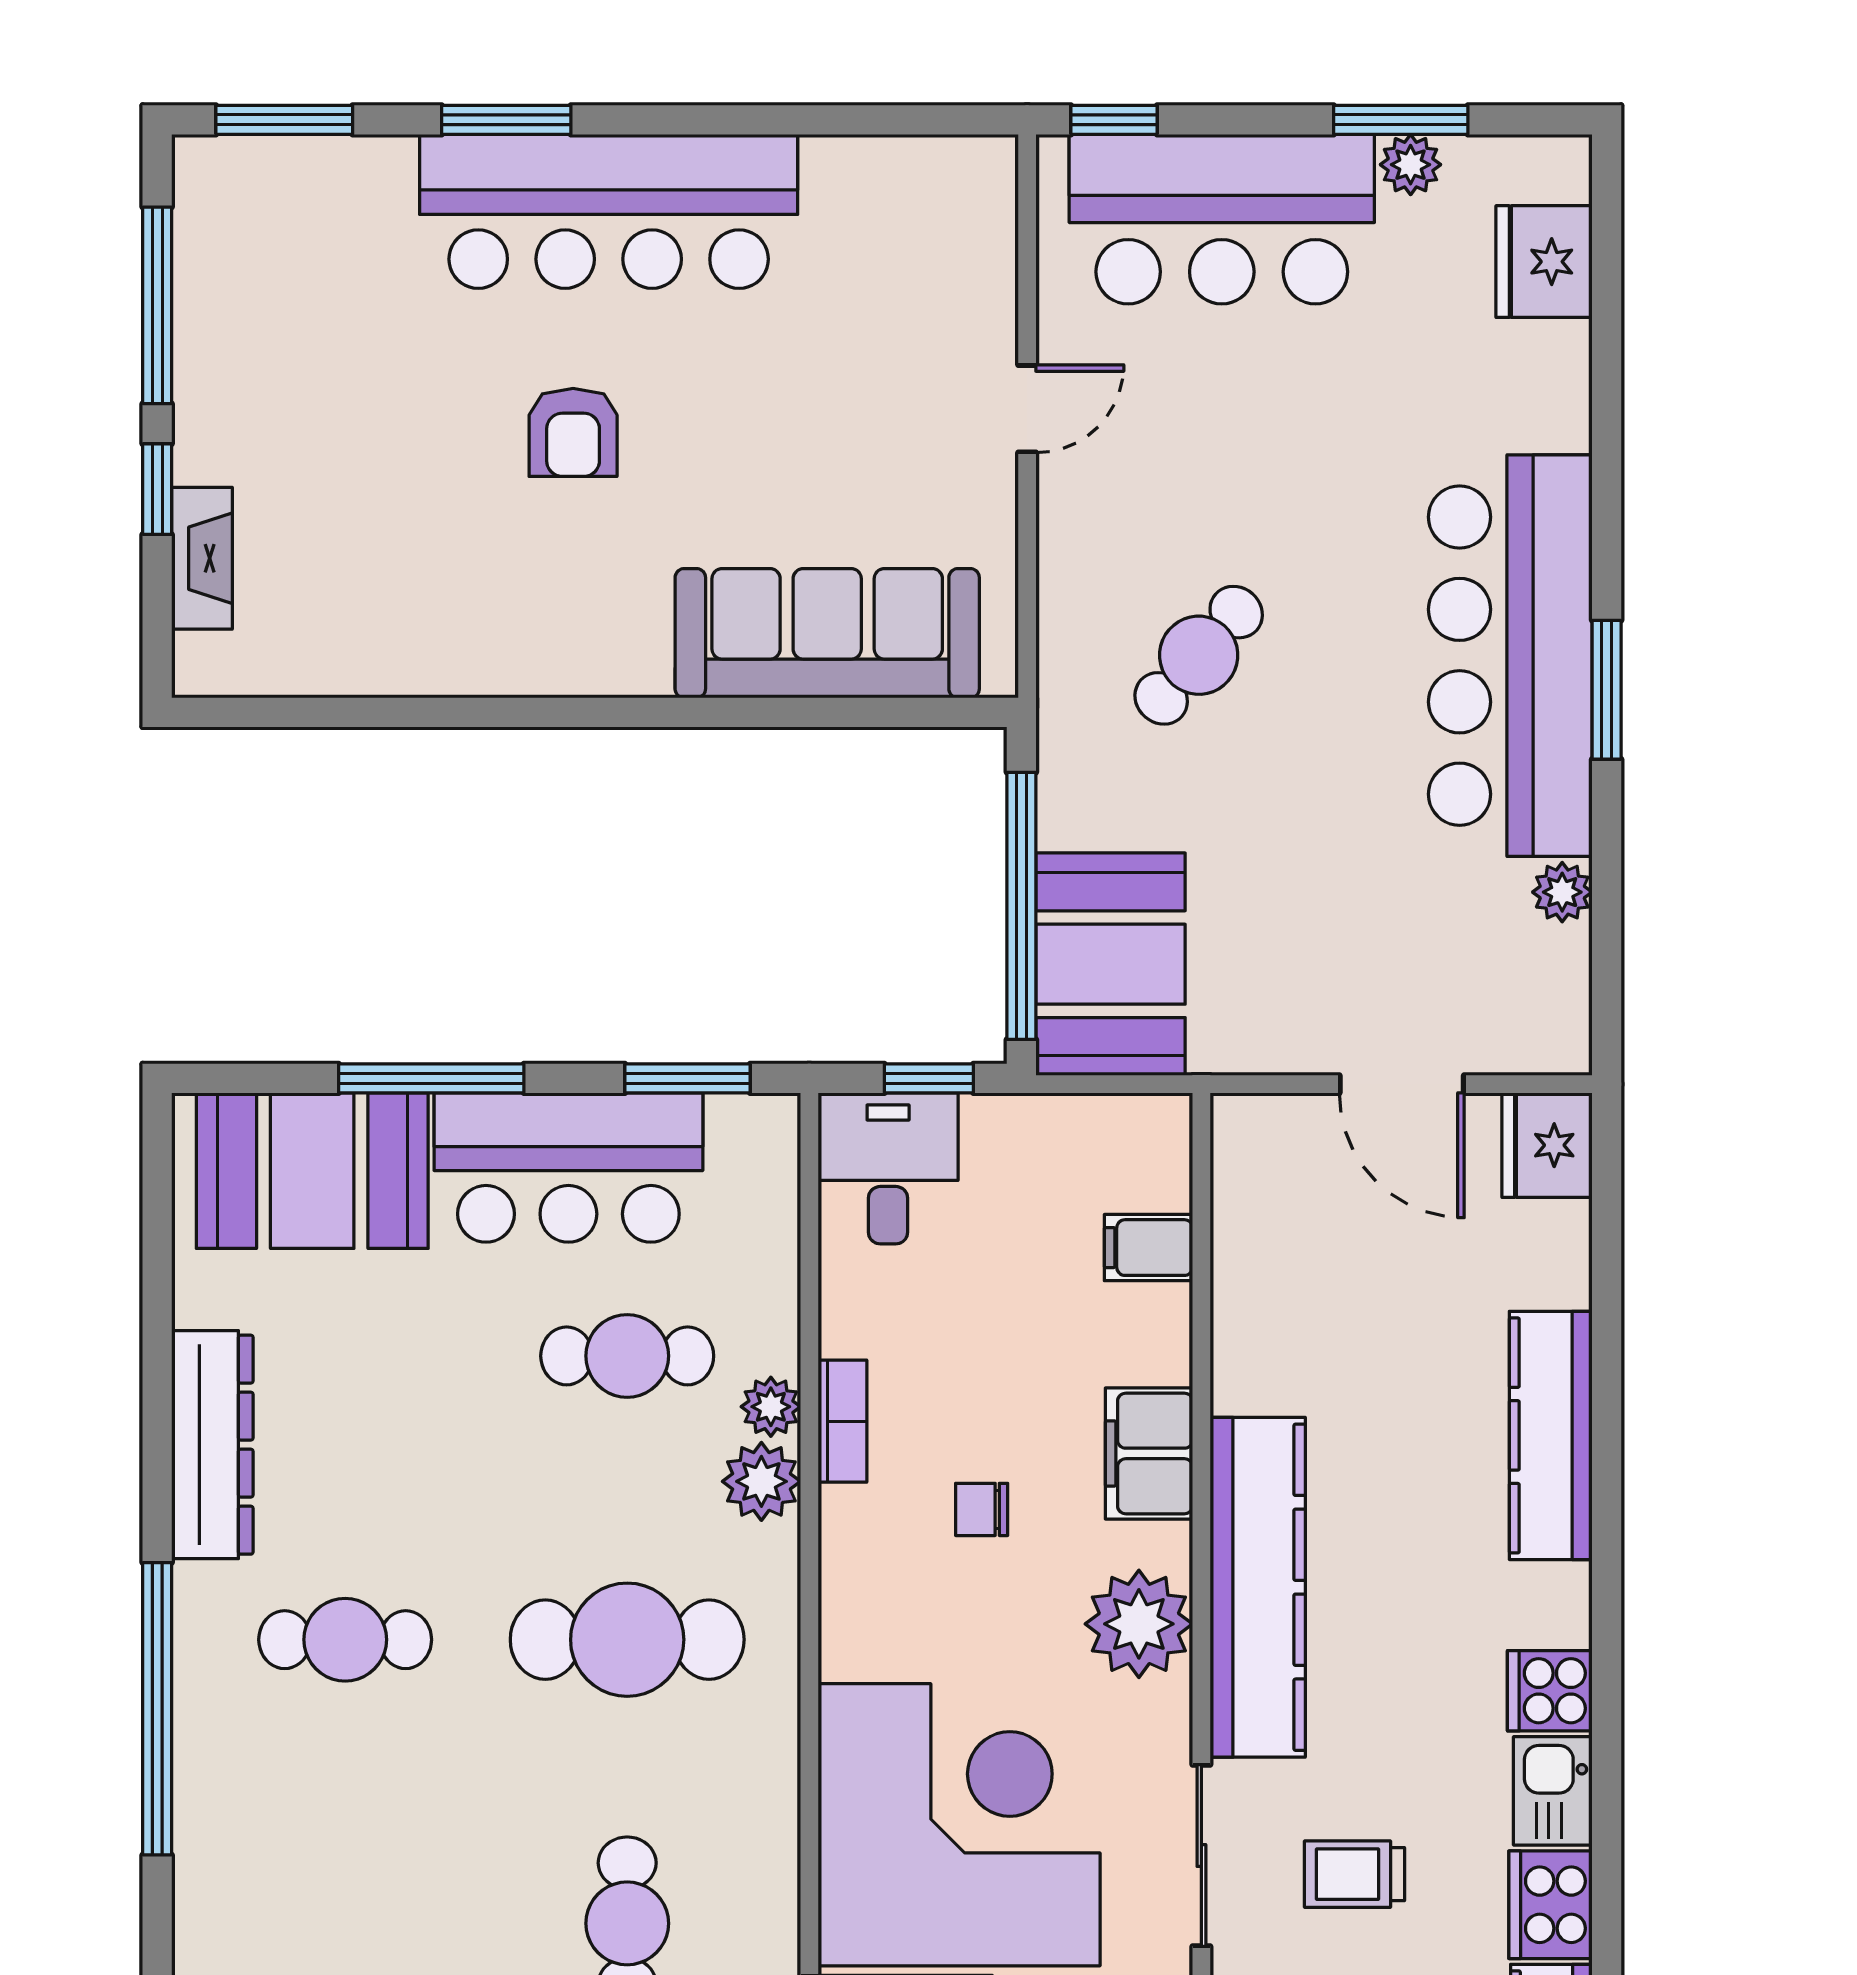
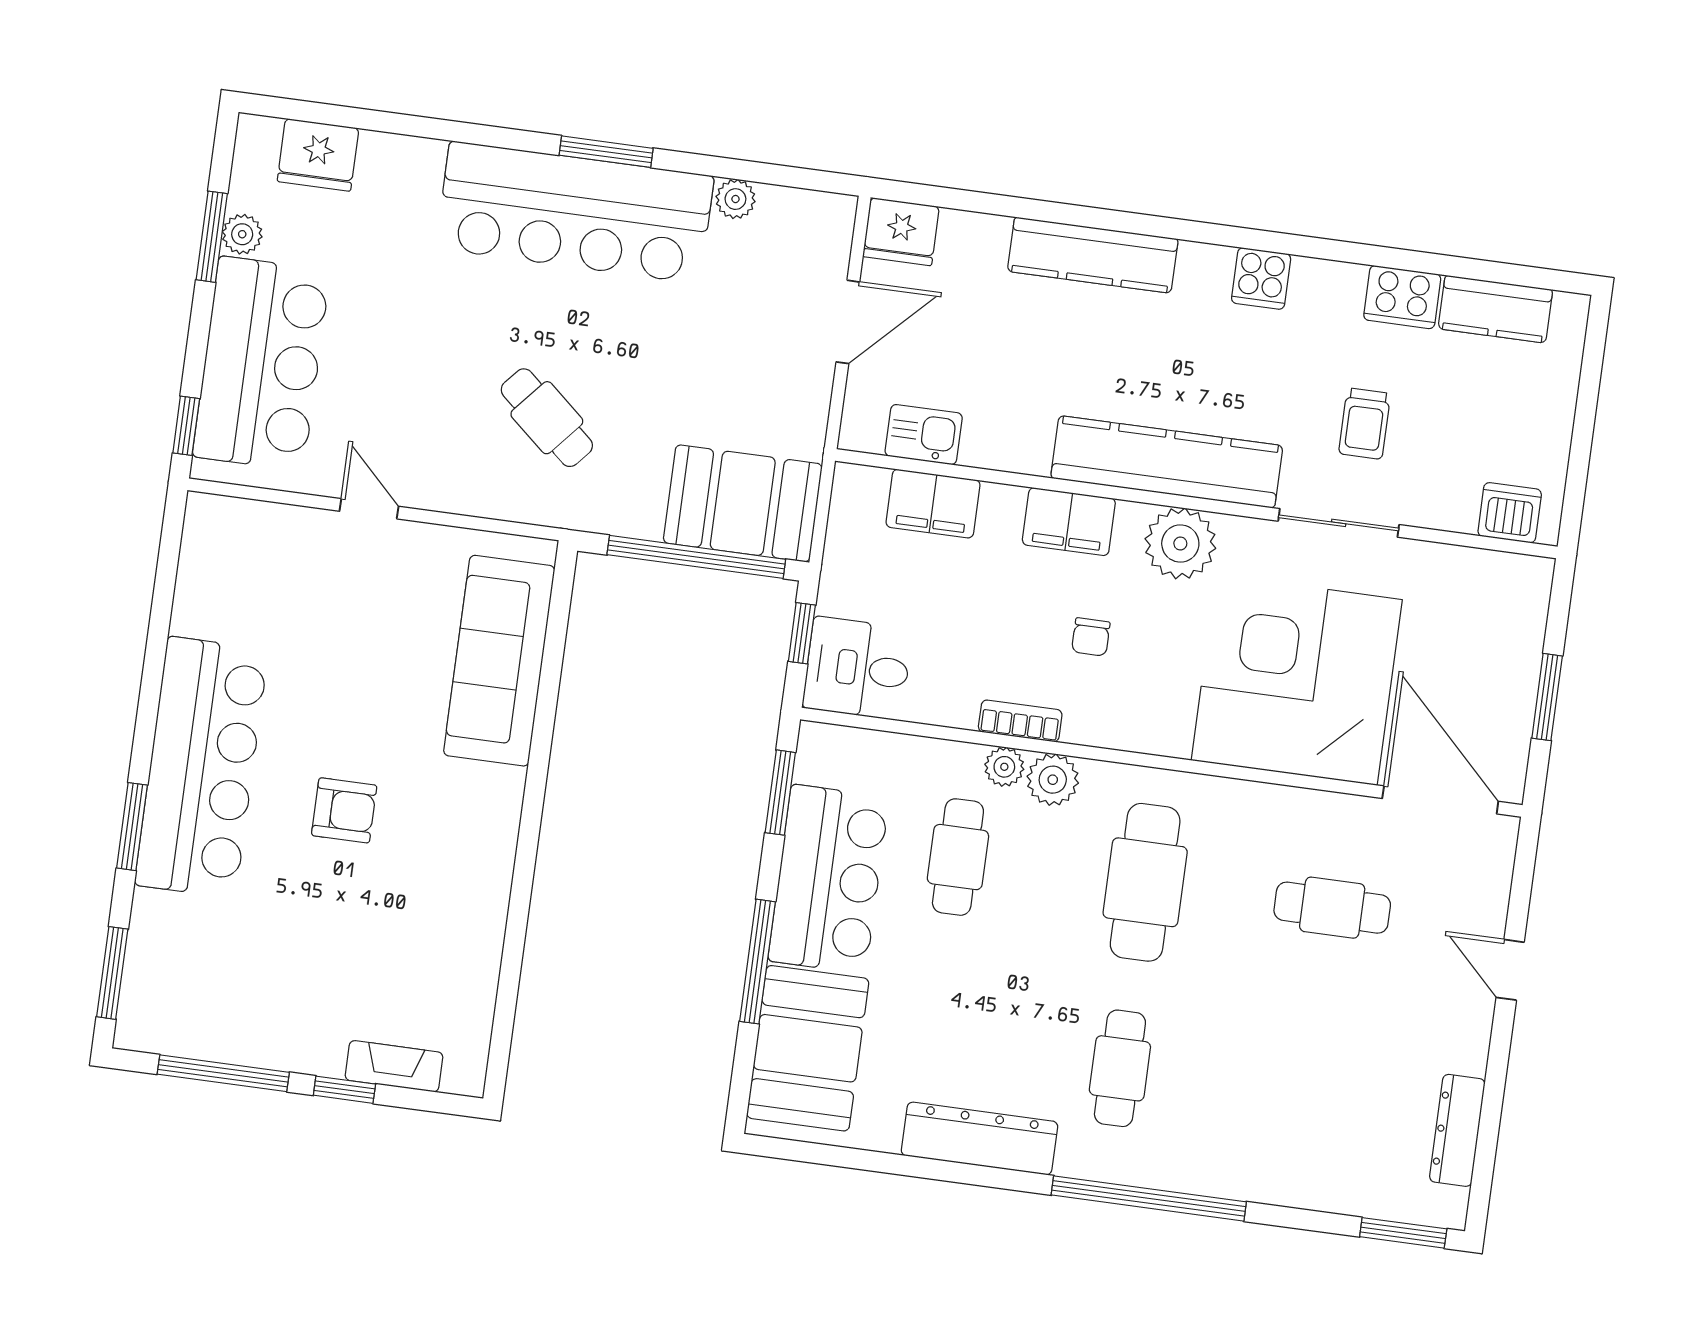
filing cabinet: (1148, 1248) -> (933, 504), width x2.00
kitchen sink: (1553, 1791) -> (924, 435), moved, turned 180

